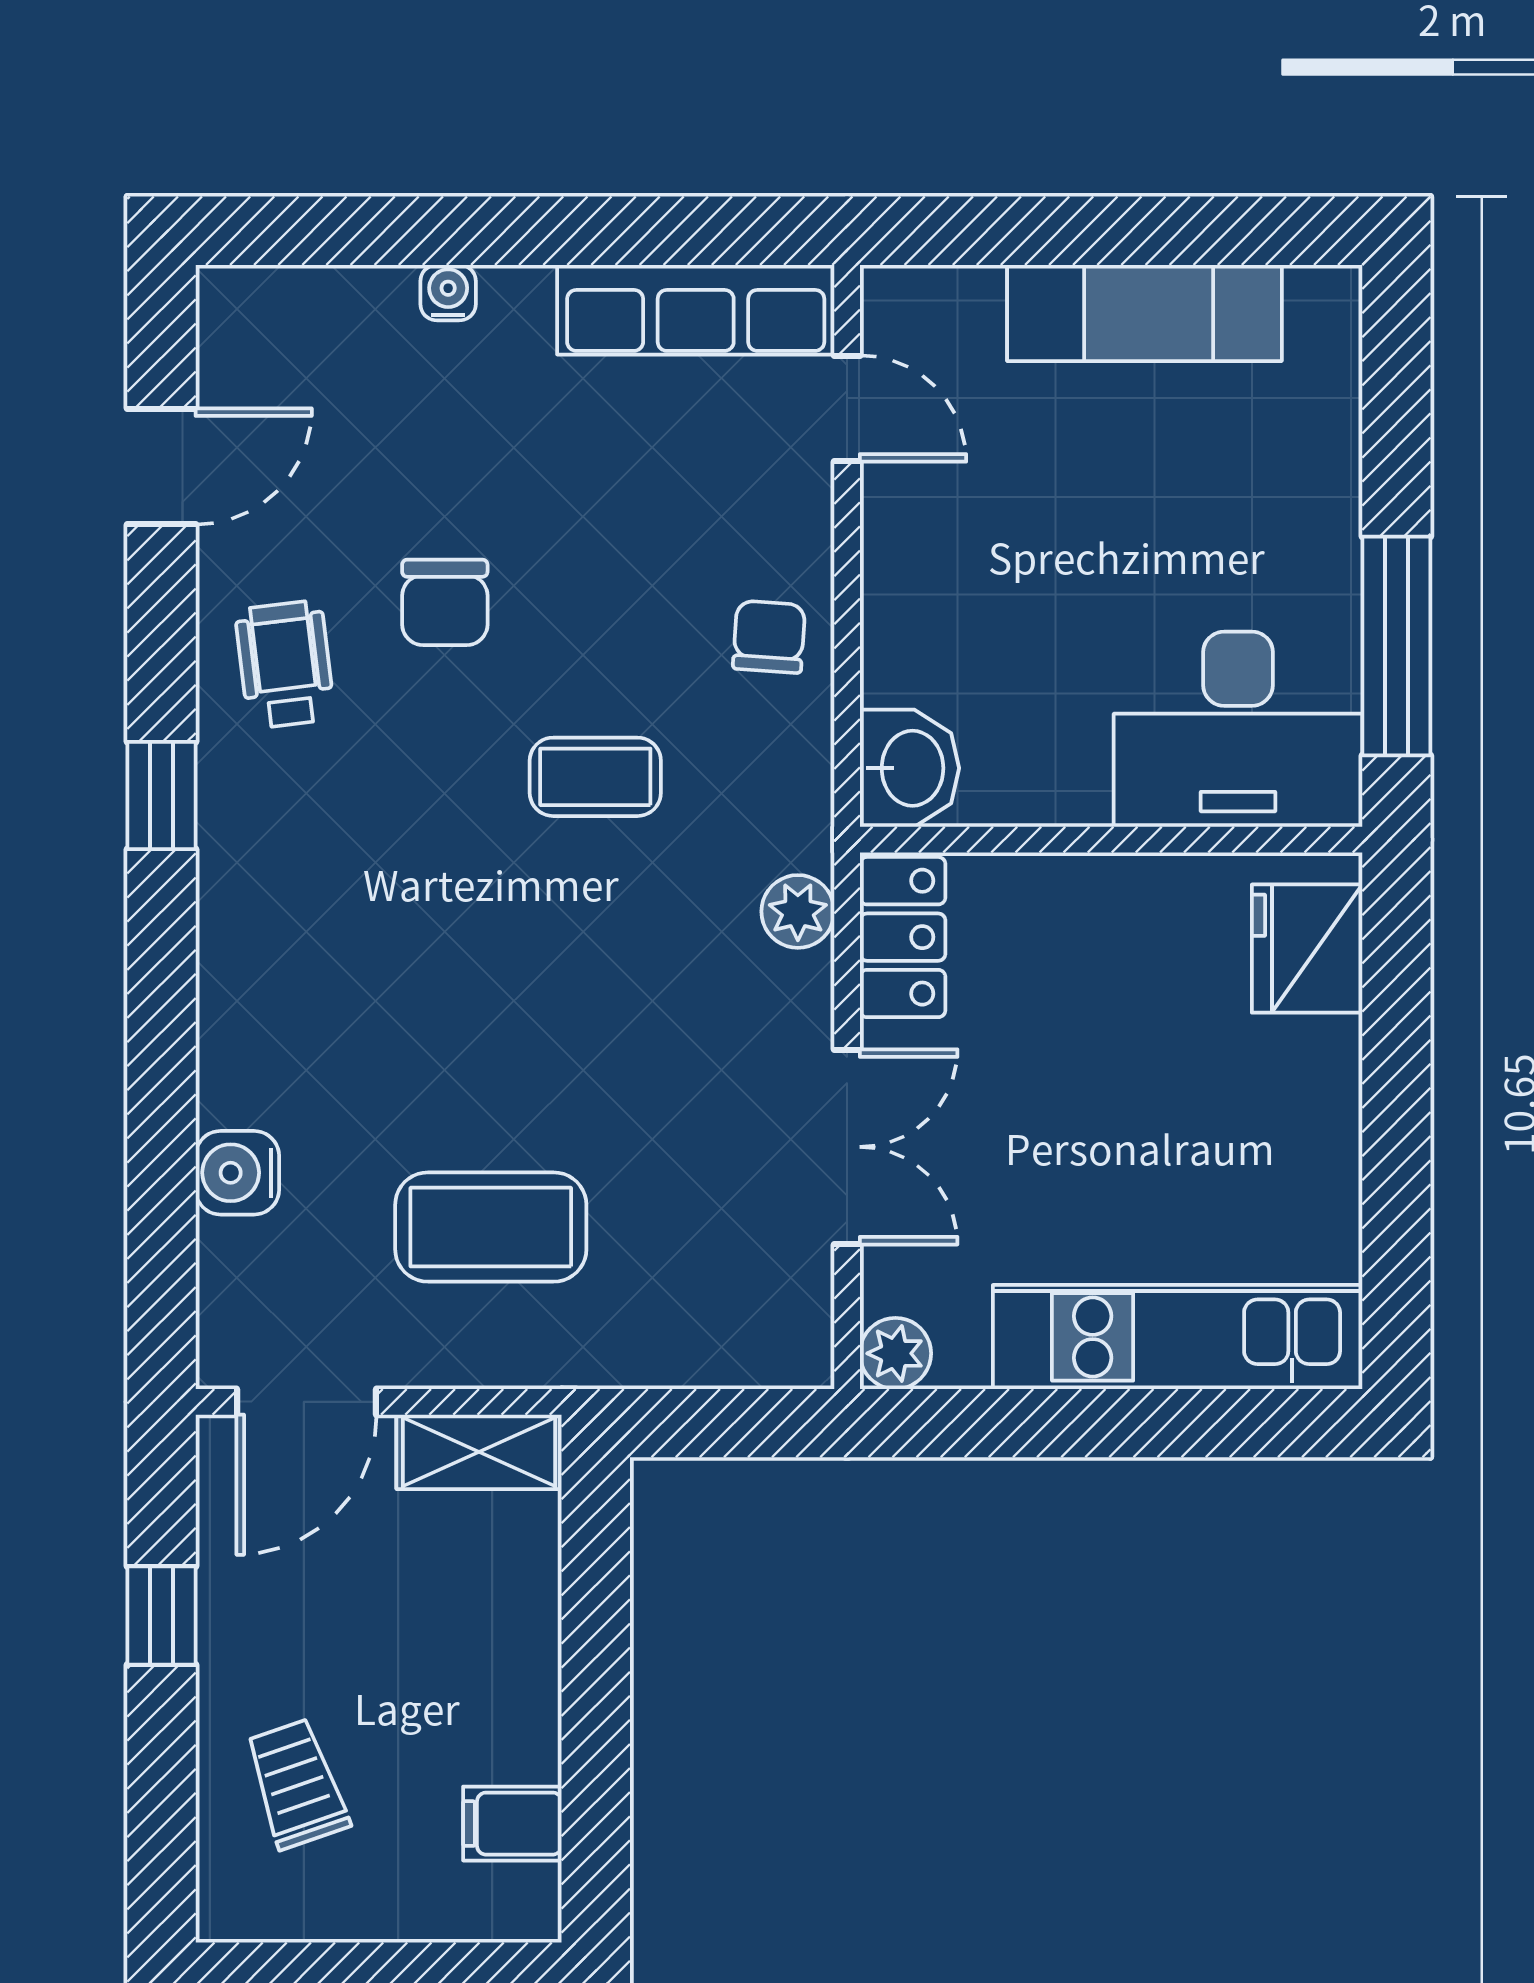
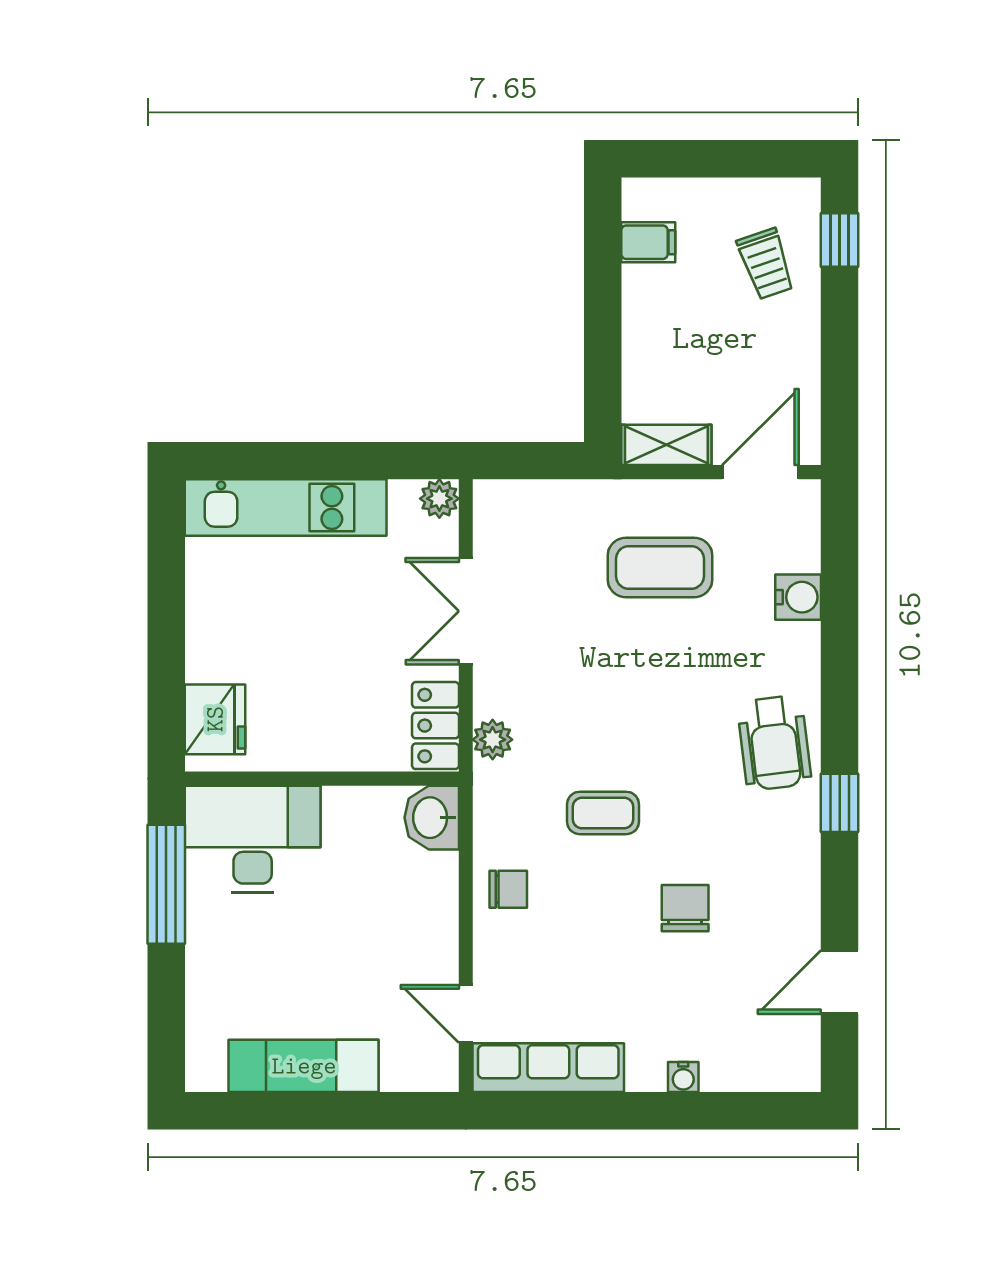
chair: (769, 637) -> (508, 889), turned -94
wheelchair: (285, 664) -> (774, 743), moved, width x1.36, depth x1.37
window: (161, 1616) -> (840, 240), moved

